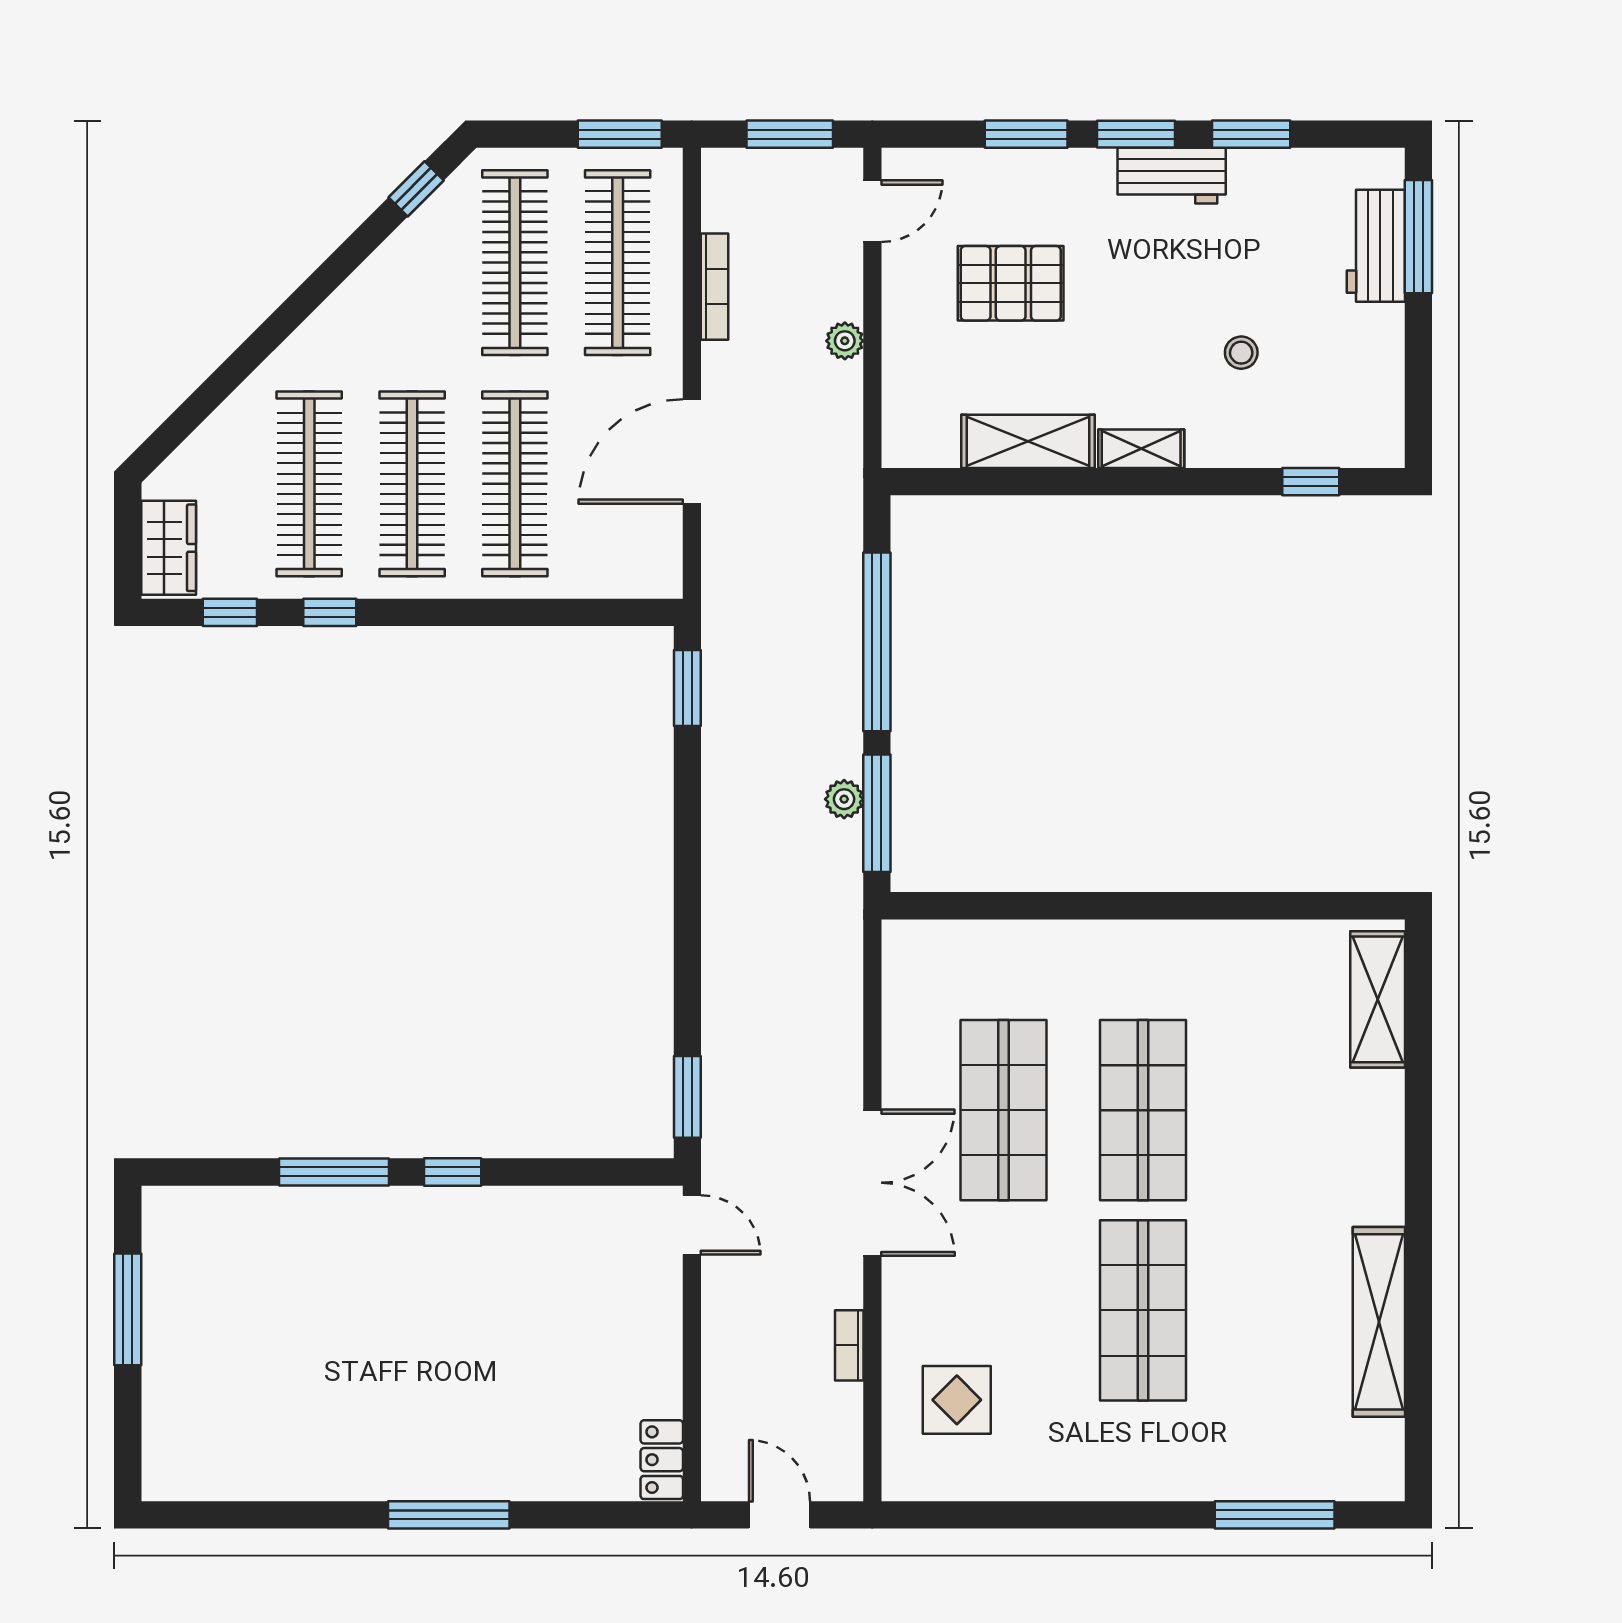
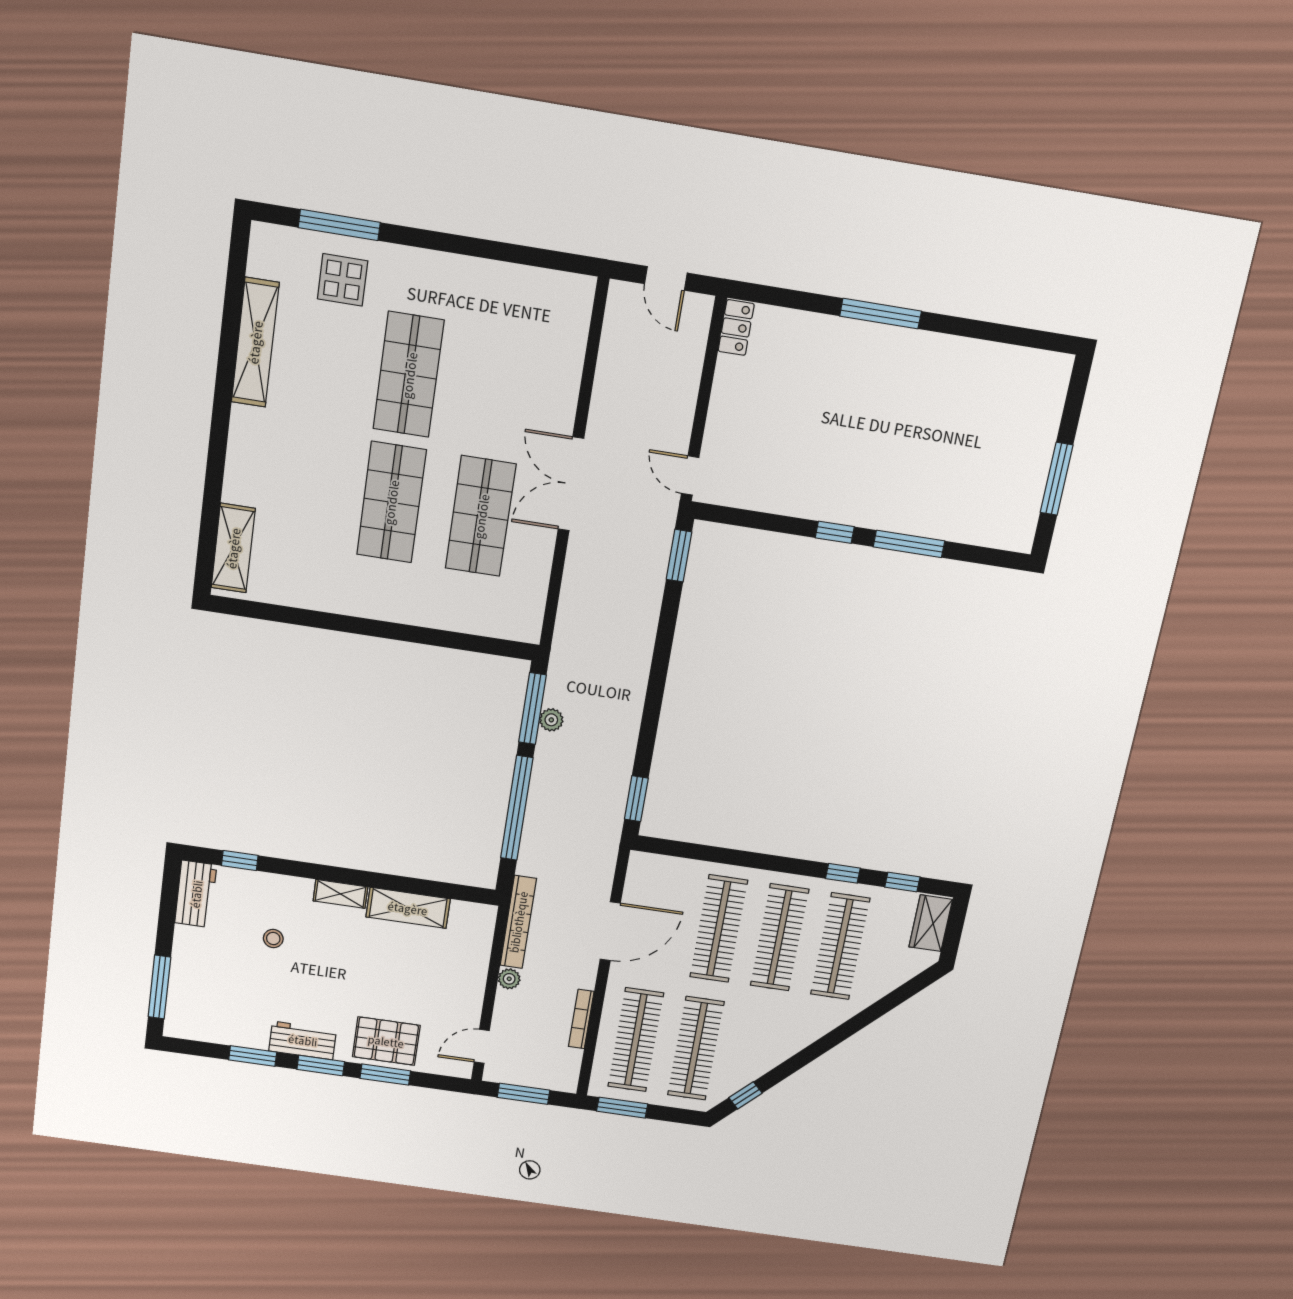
workbench: (1376, 246) -> (196, 894), moved
pallet: (1011, 283) -> (386, 1041), moved
bookcase: (849, 1345) -> (518, 922), moved, width x2.31, depth x1.31
display table: (957, 1400) -> (343, 280), moved

